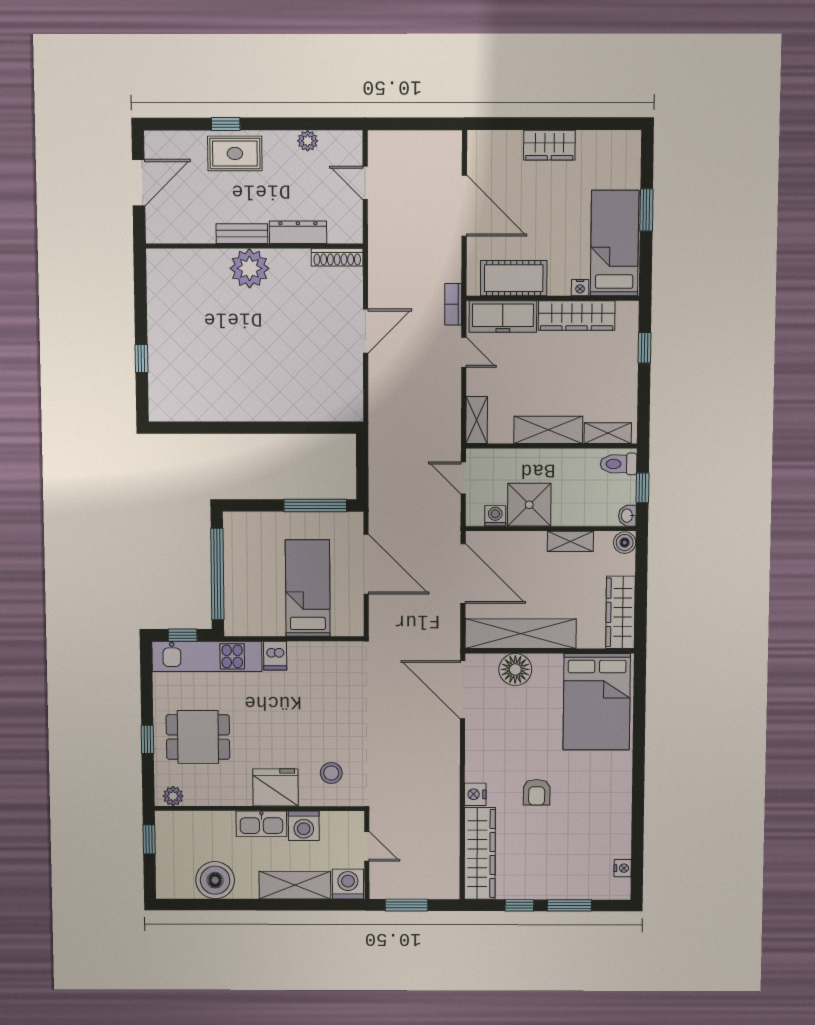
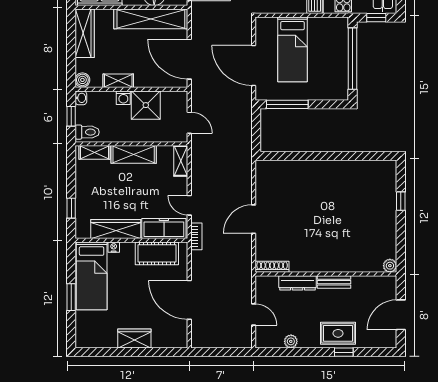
plant: (249, 268) -> (390, 266), moved, width x0.53, depth x0.53
washing machine: (495, 516) -> (123, 98), moved

